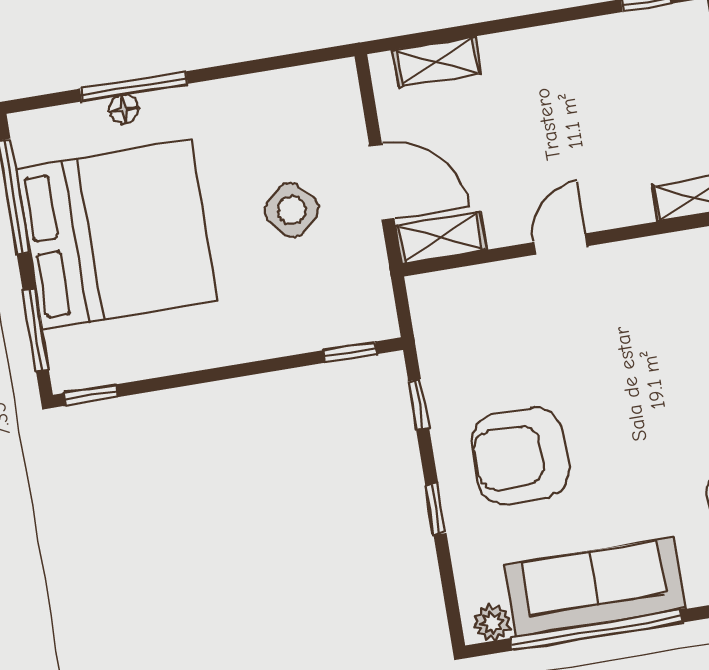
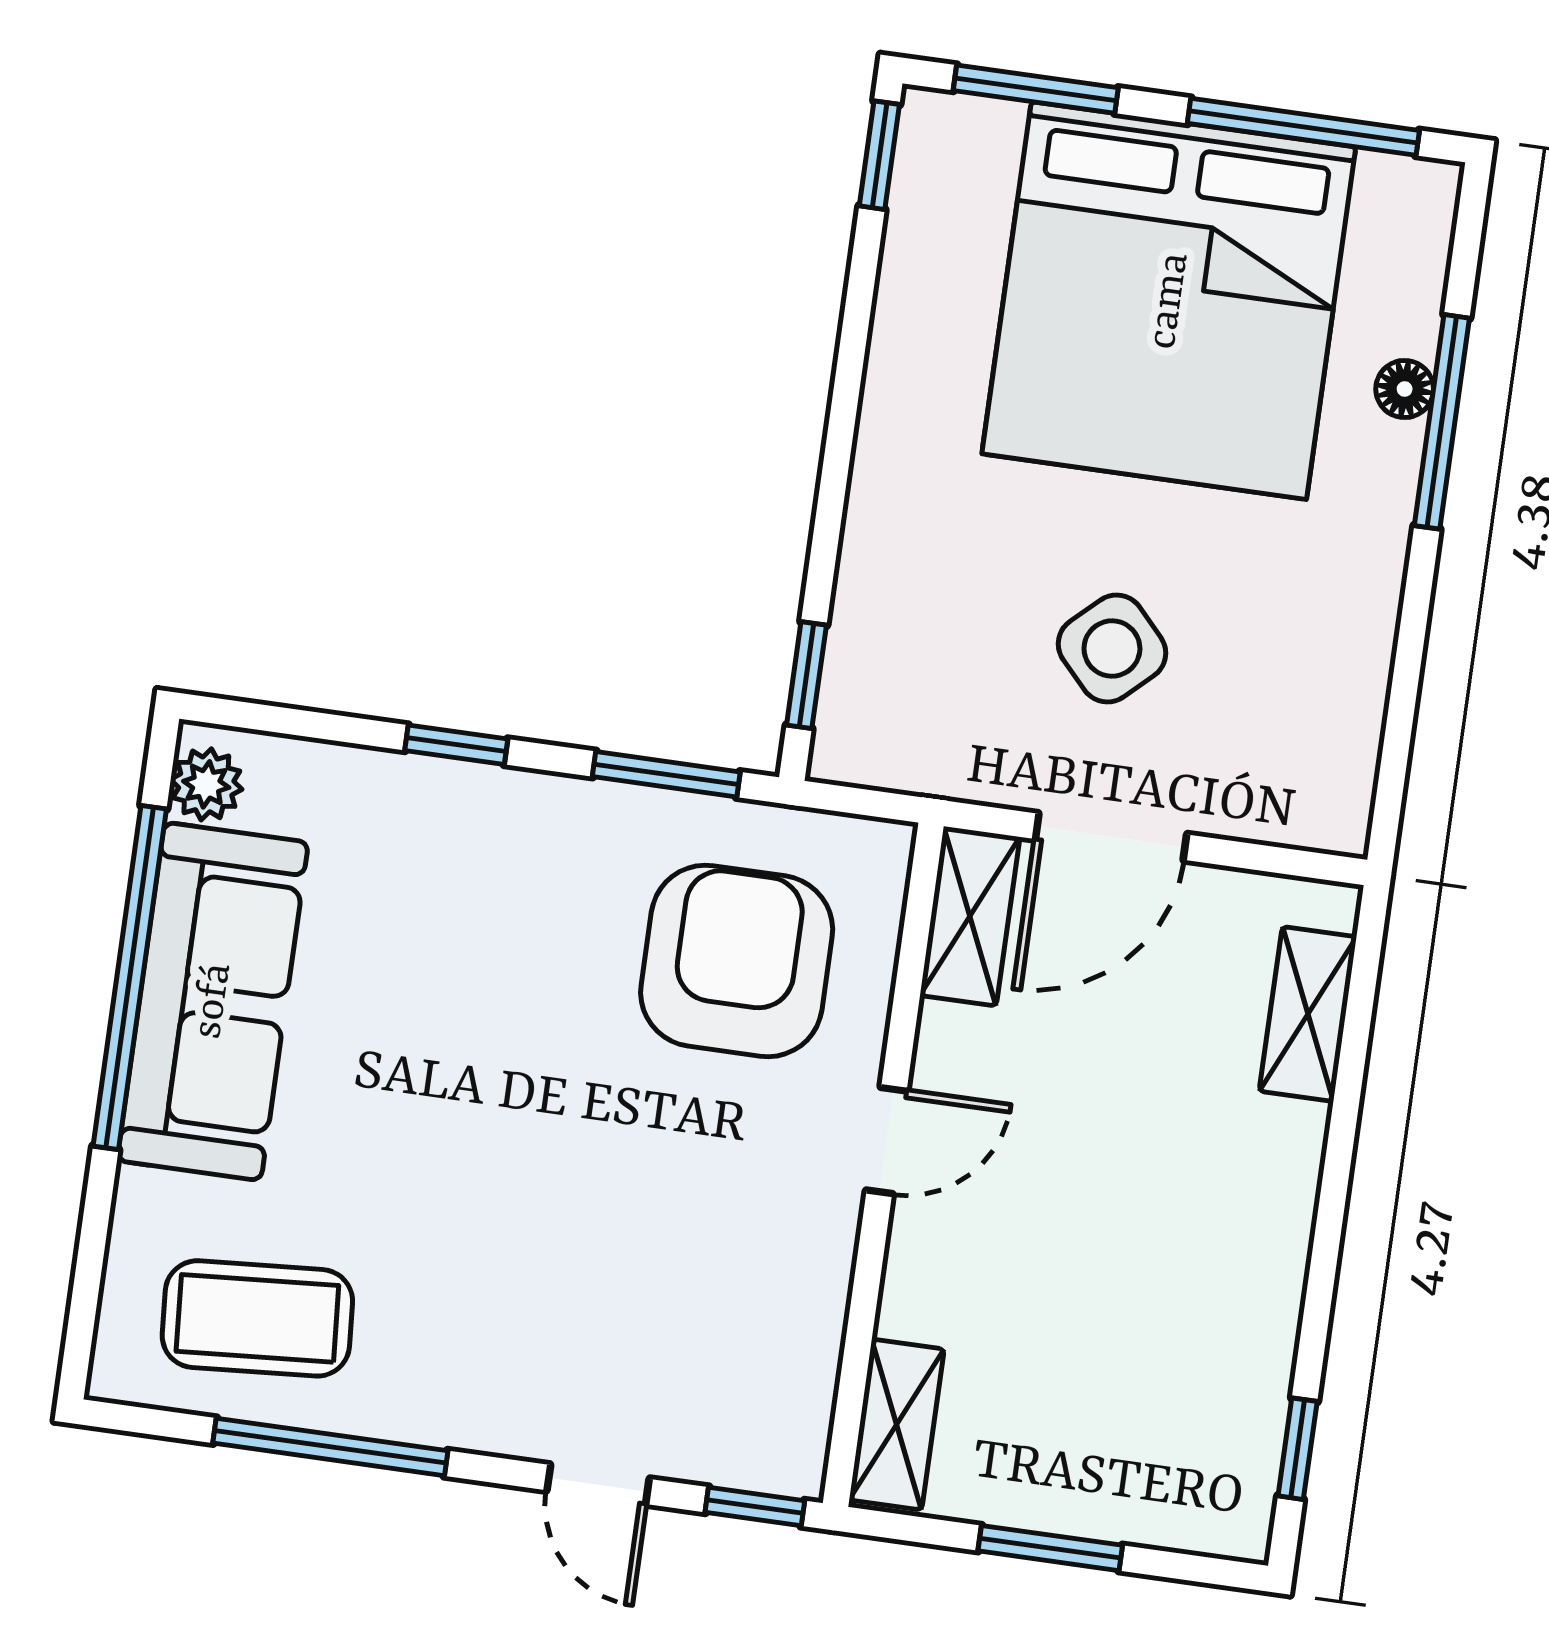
door: (561, 244) -> (887, 1140), hinge flipped
window: (419, 404) -> (666, 774), width x1.50
armchair: (520, 456) -> (737, 961), moved

